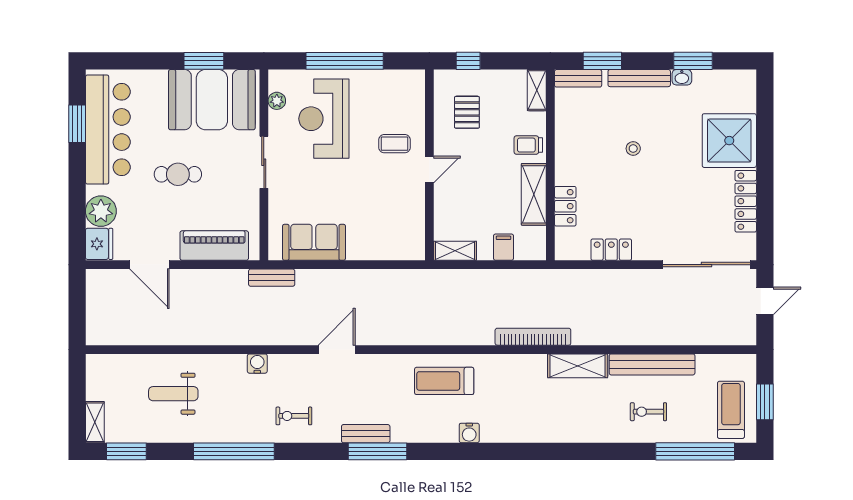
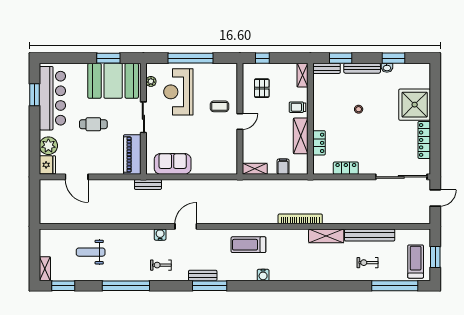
piano: (214, 246) -> (132, 155), moved, turned -90
water cooler: (257, 364) -> (160, 235), moved

